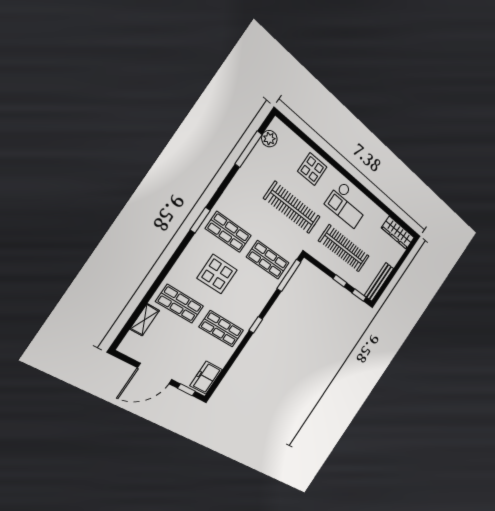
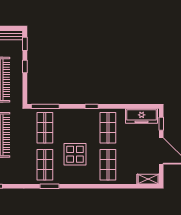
shelving: (145, 320) -> (148, 179), moved
freezer: (206, 378) -> (142, 116), width x1.40

